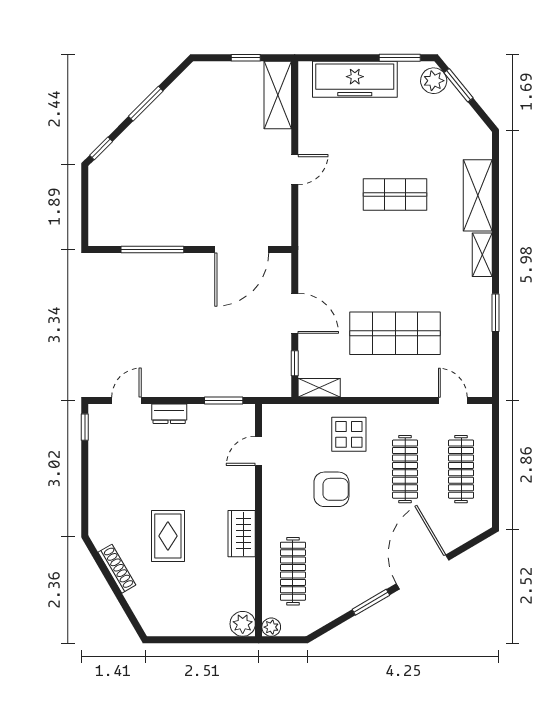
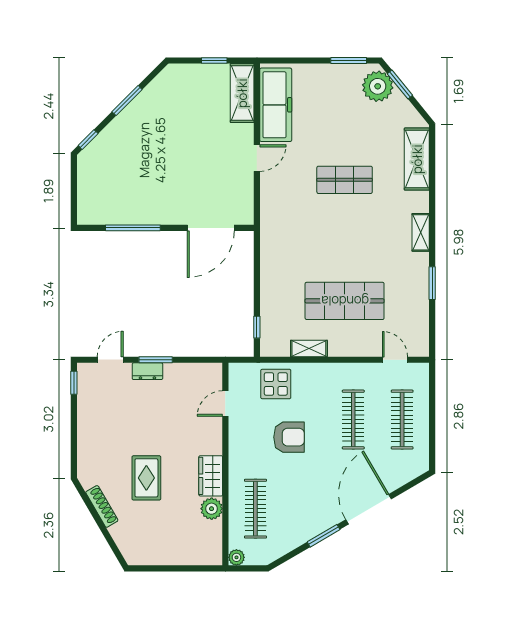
freezer: (355, 79) -> (276, 105), moved, turned -90
plant: (434, 81) -> (378, 86), width x1.36, depth x1.36
shelving: (478, 195) -> (417, 159), moved
door: (295, 313) -> (257, 284), removed
shelving: (319, 388) -> (309, 348), moved
window: (224, 401) -> (156, 360), moved
display table: (349, 434) -> (276, 384), moved
plant: (243, 624) -> (212, 509), moved

